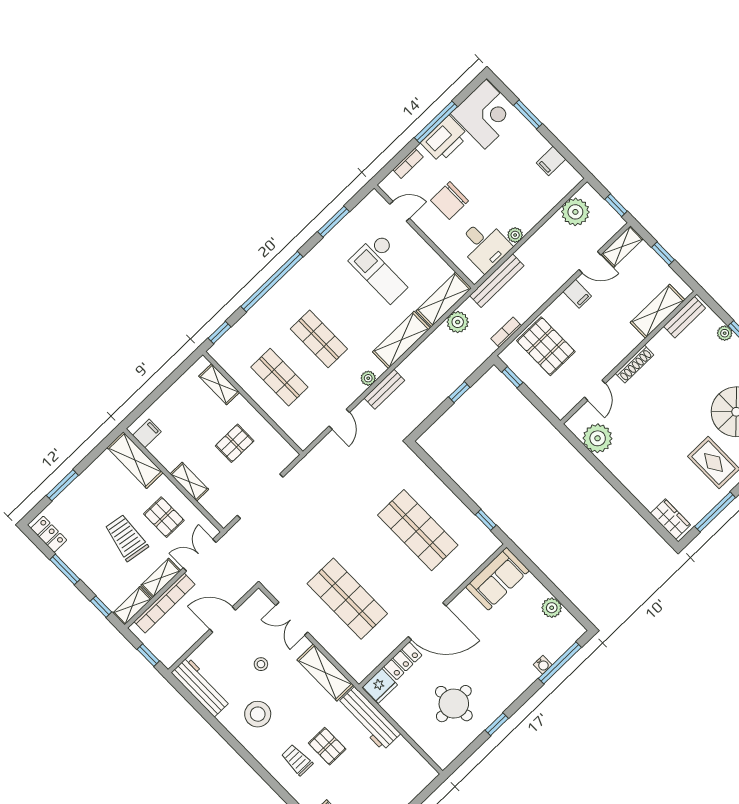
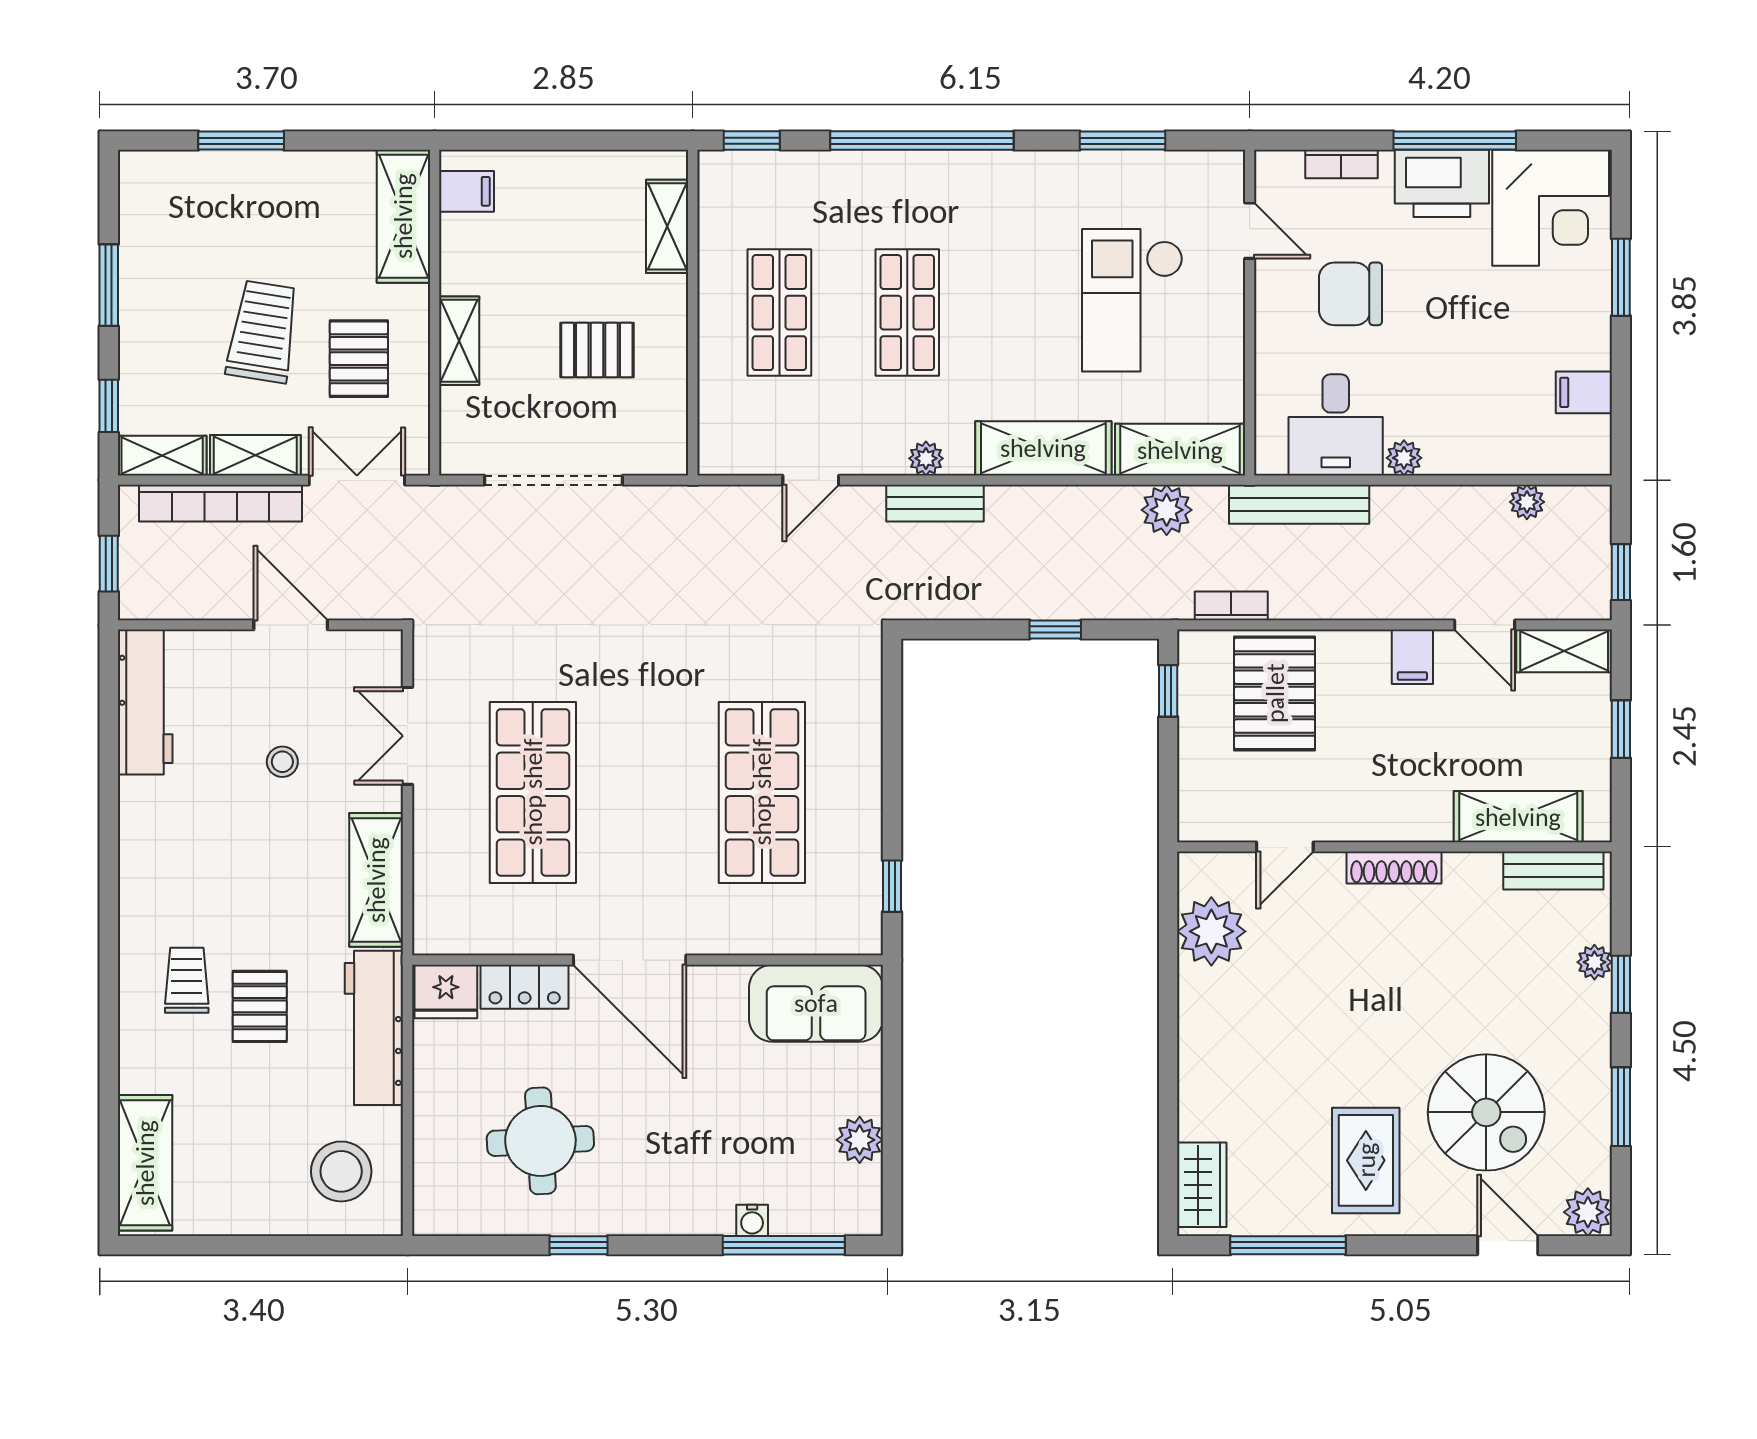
plant: (575, 212) -> (1527, 502), width x0.53, depth x0.53
locker: (49, 534) -> (139, 200), removed
stool: (258, 714) -> (341, 1171), moved

